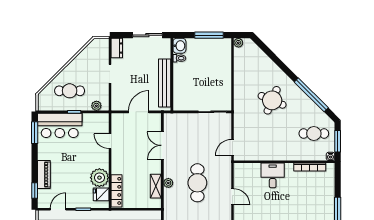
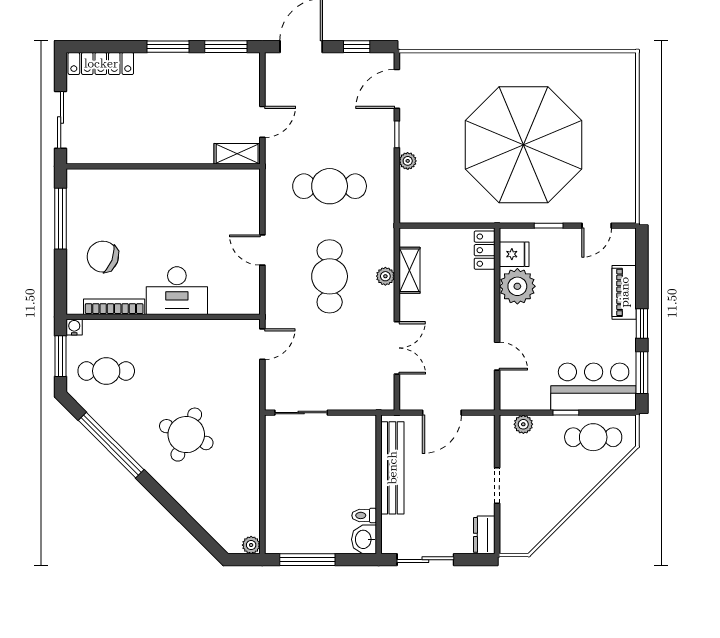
cafe table: (70, 91) -> (593, 437), moved
desk: (273, 175) -> (177, 291), width x1.37
window: (35, 191) -> (642, 324), moved
locker: (117, 191) -> (485, 250), width x0.66
chair: (316, 193) -> (103, 257), added

